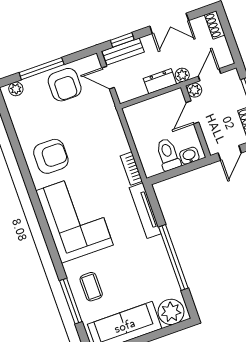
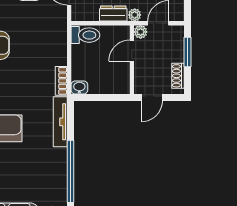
toilet: (168, 154) -> (85, 35), moved, turned 90
washbasin: (189, 156) -> (79, 87), moved

